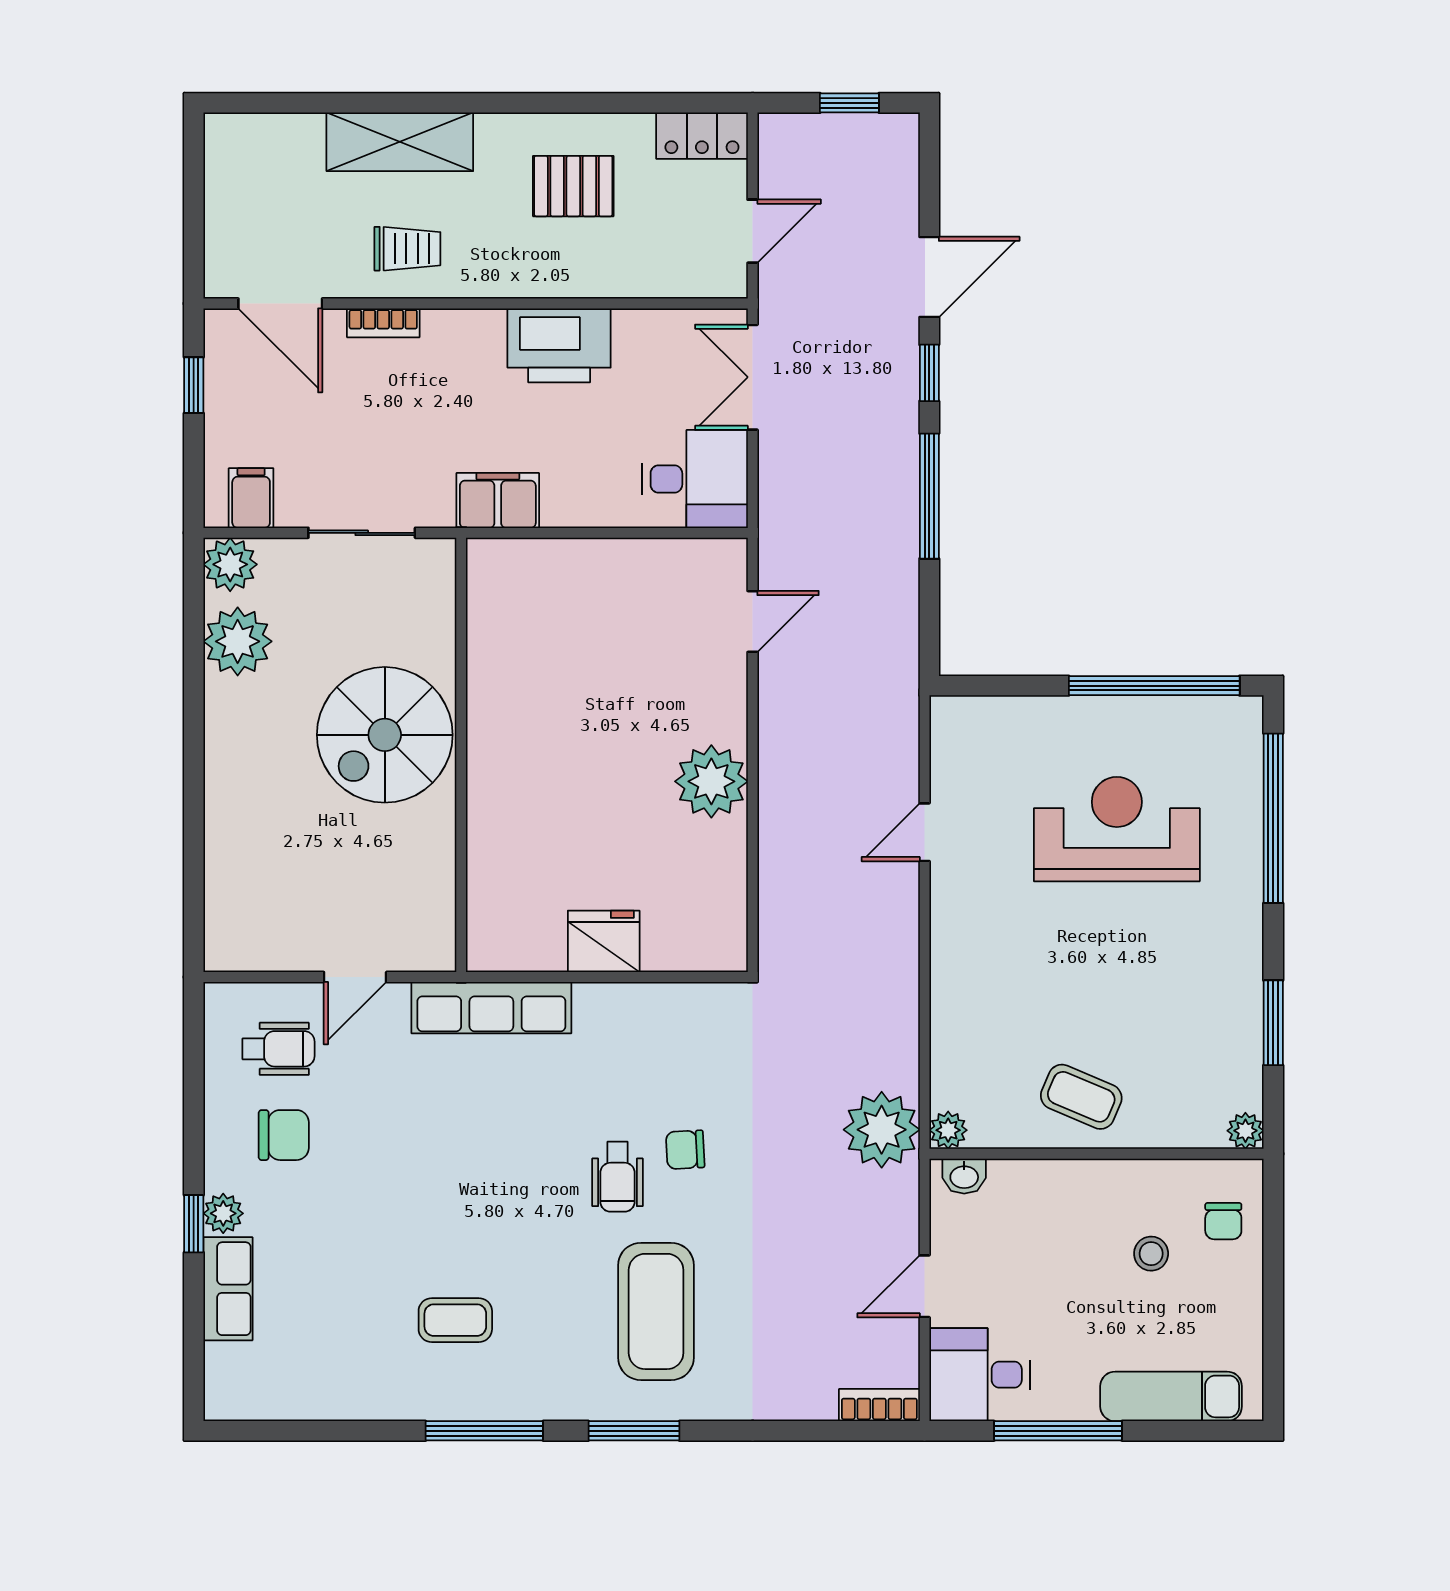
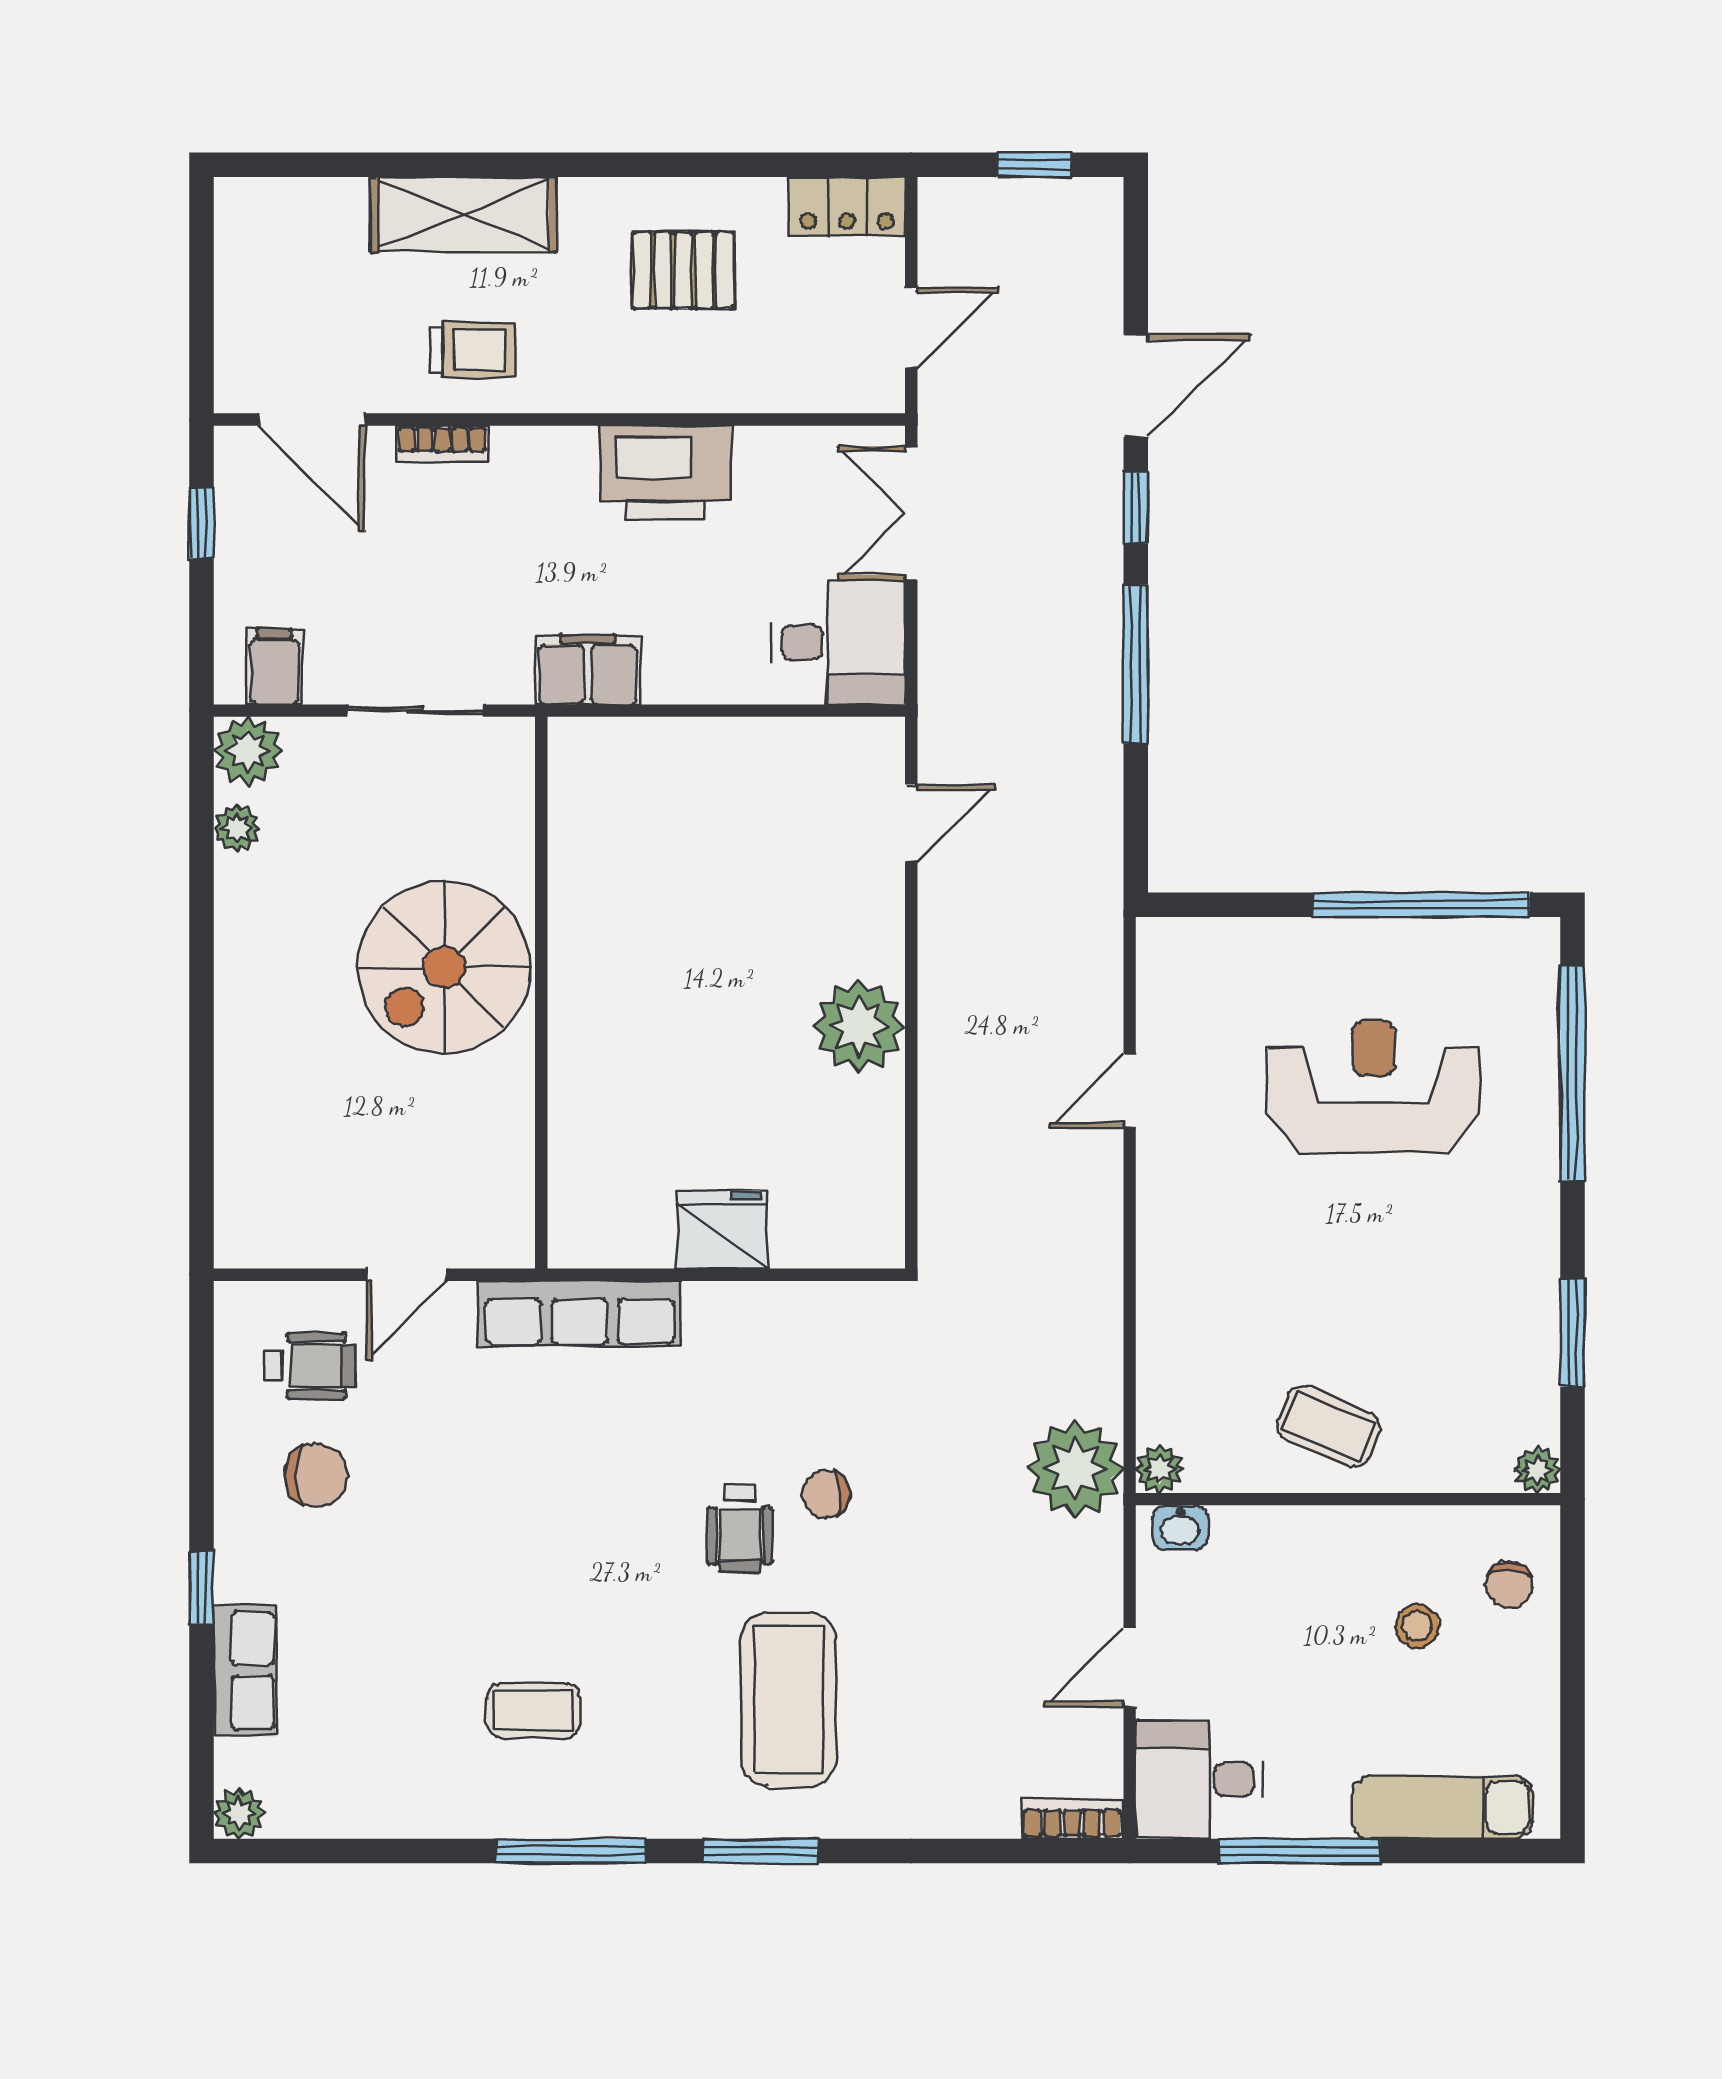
plant: (238, 641) -> (237, 828), width x0.53, depth x0.53
plant: (223, 1213) -> (239, 1814), moved

